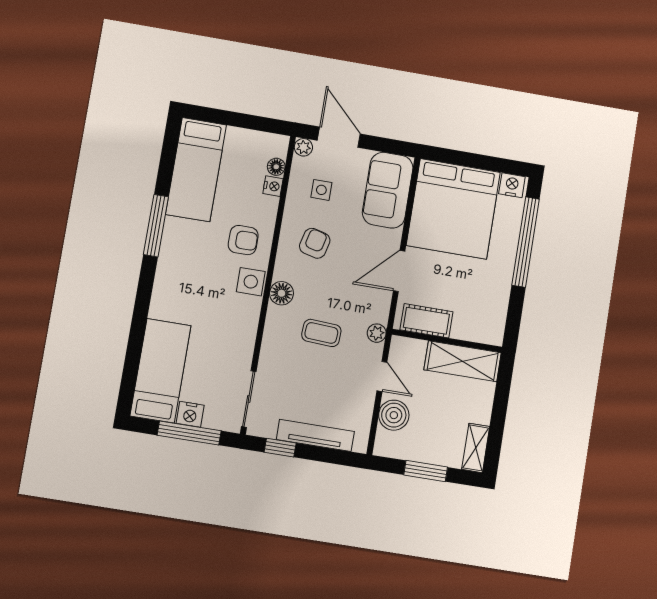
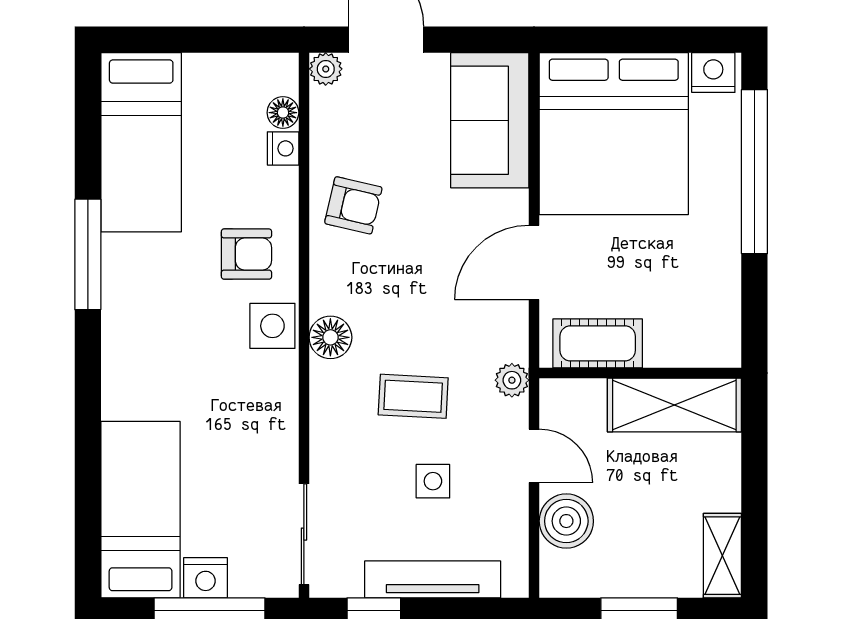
side table: (321, 190) -> (433, 481), moved
armchair: (315, 243) -> (353, 205), moved, turned 89

